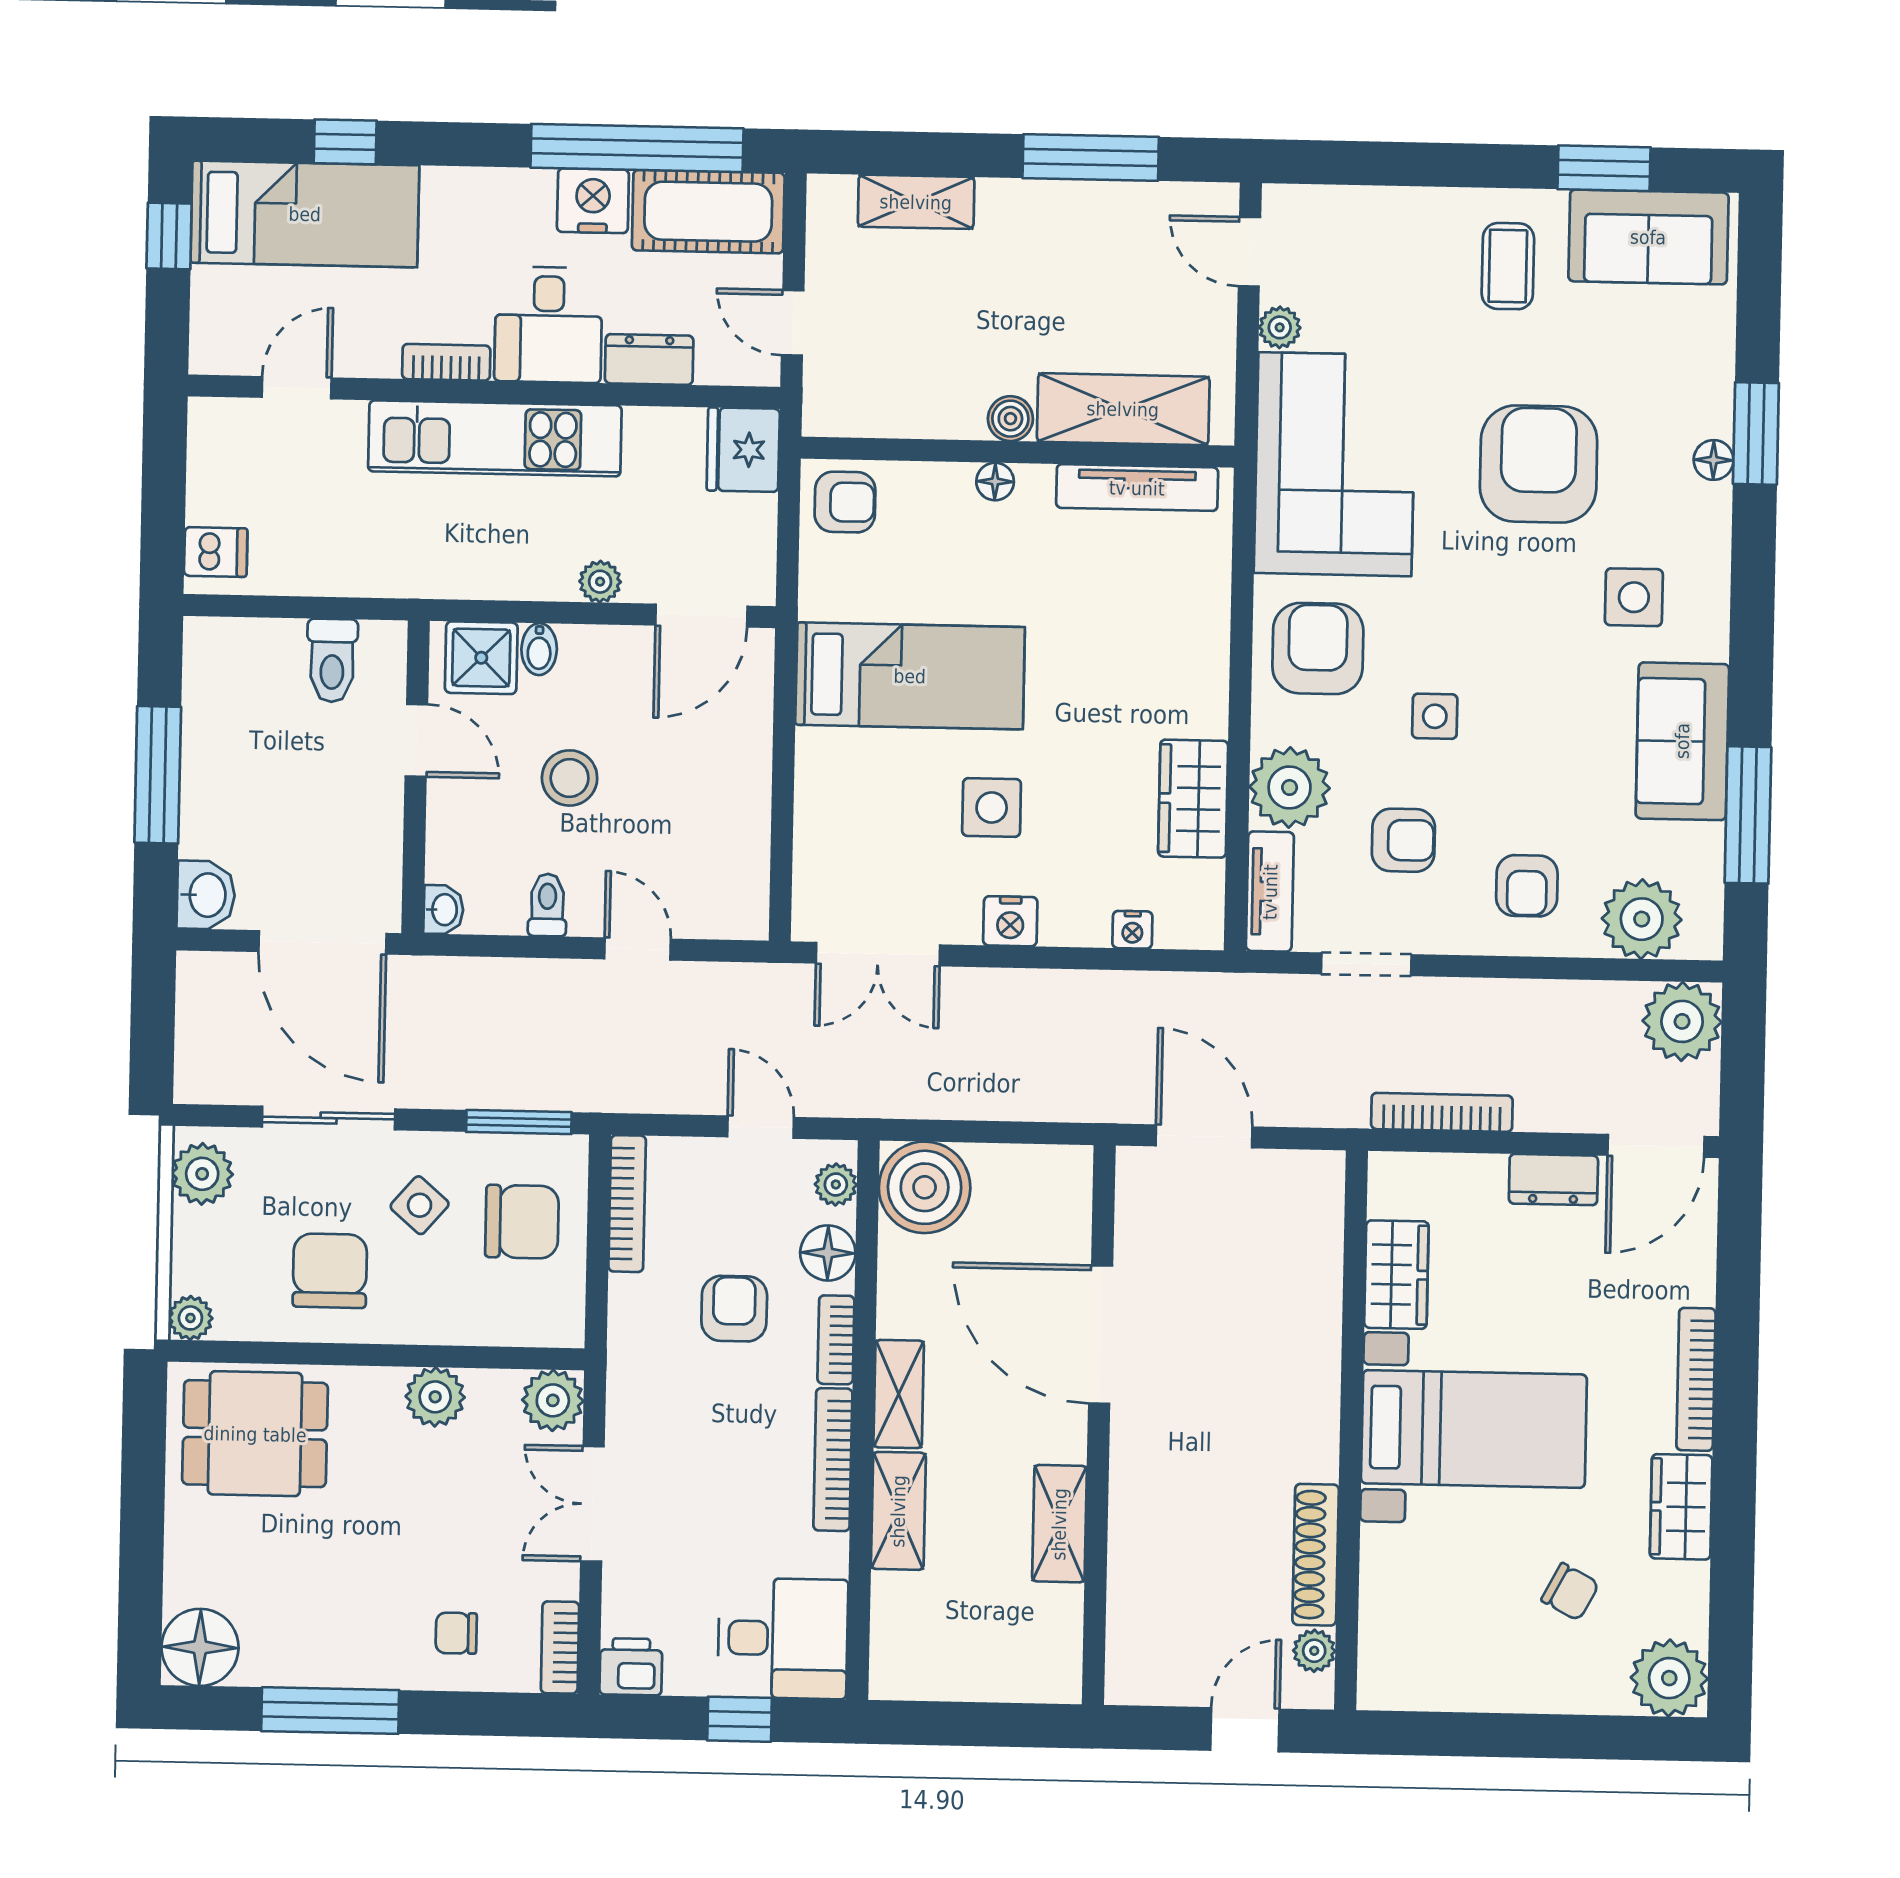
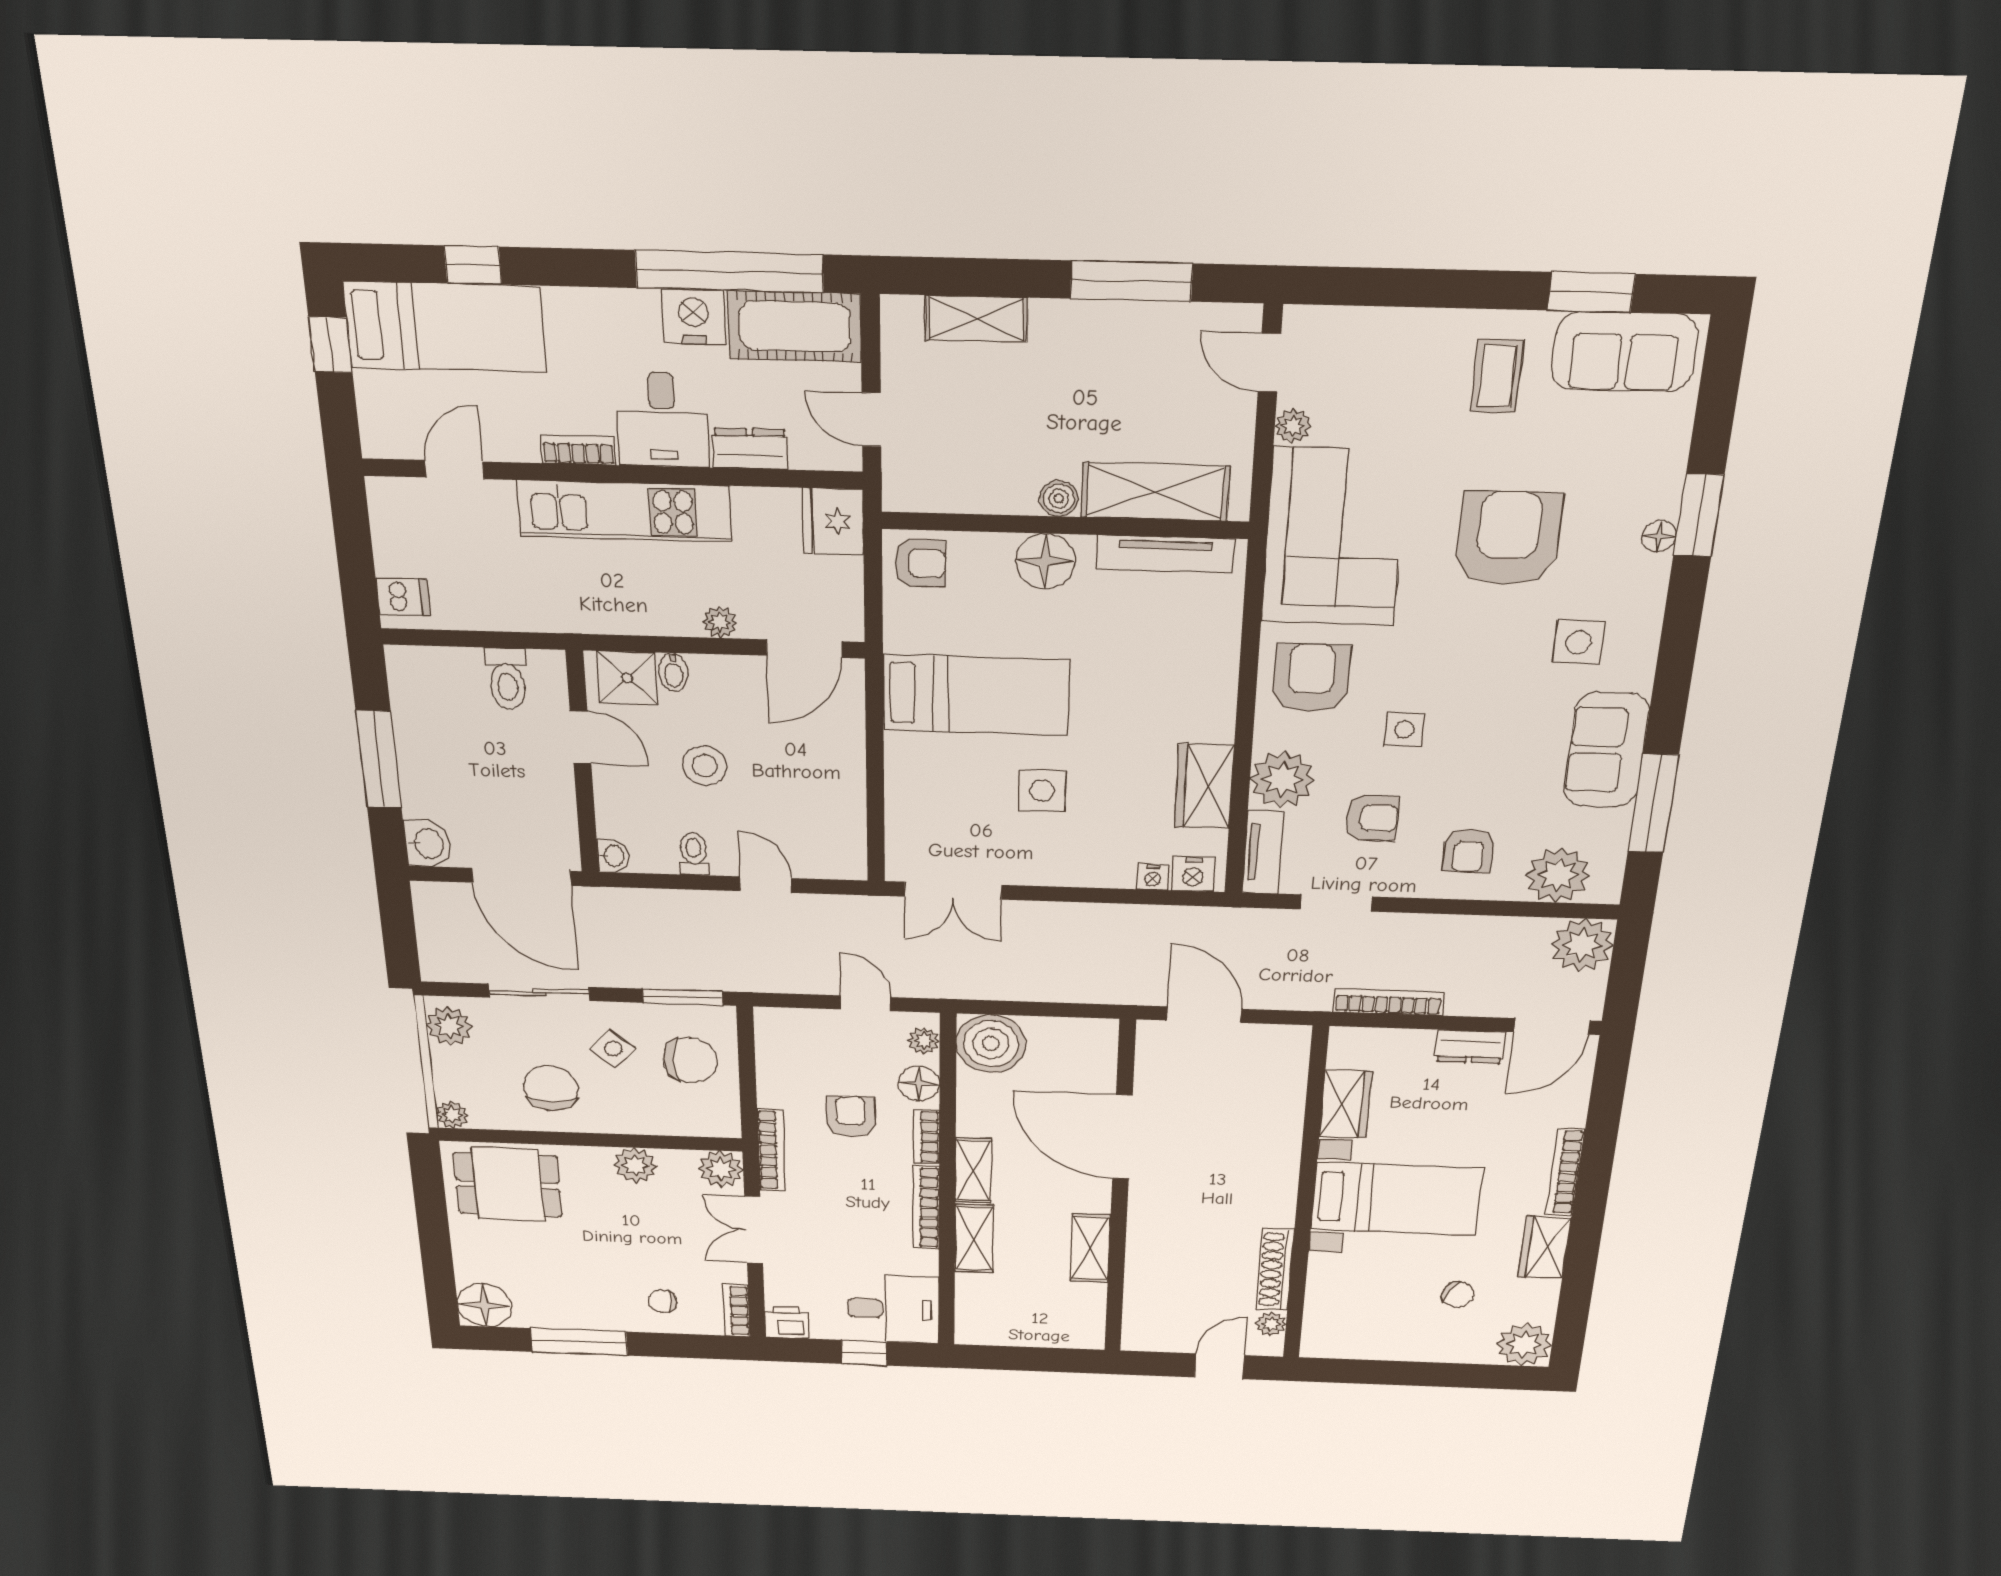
floor lamp: (995, 481) -> (1045, 561), width x1.89, depth x1.89
nightstand: (1010, 921) -> (1193, 874), moved
bookcase: (627, 1204) -> (771, 1150), moved

